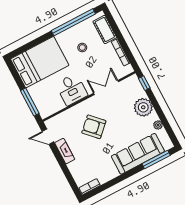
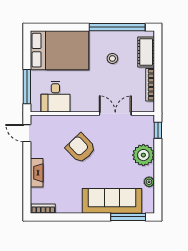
desk: (72, 89) -> (55, 97), moved
fireplace: (65, 151) -> (37, 173), moved

